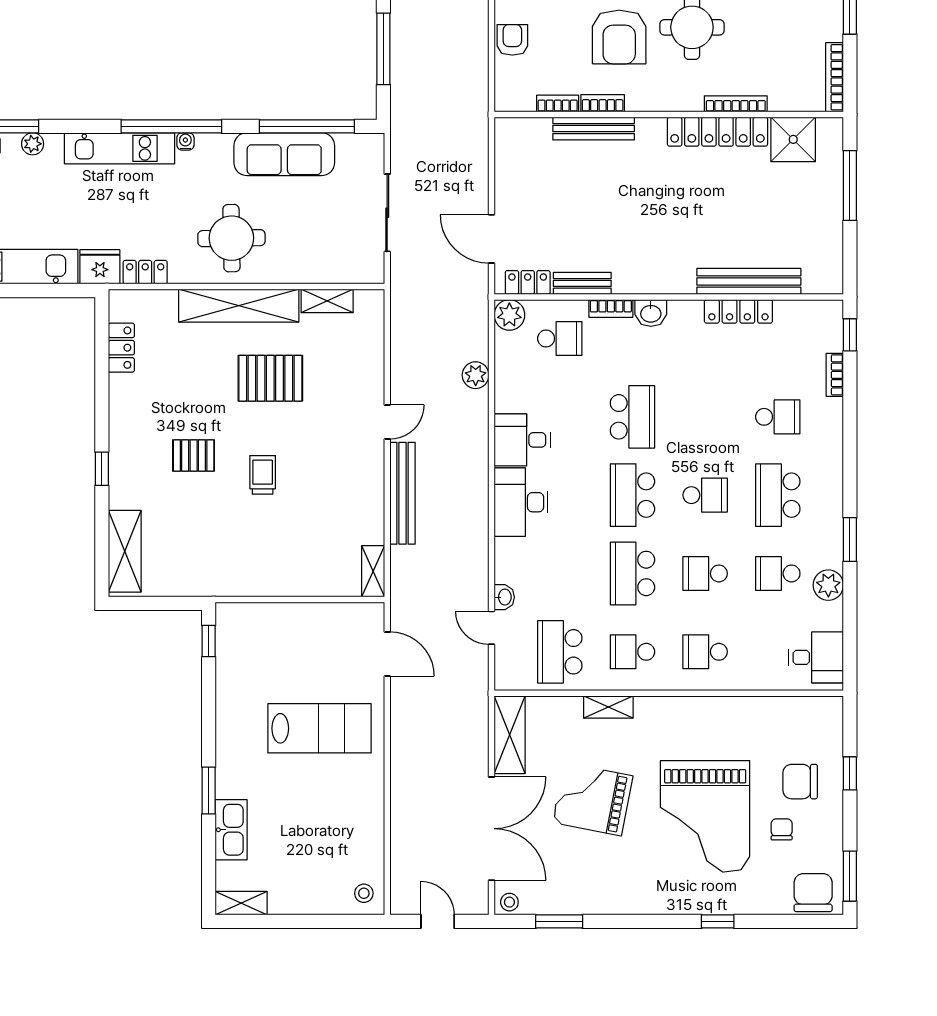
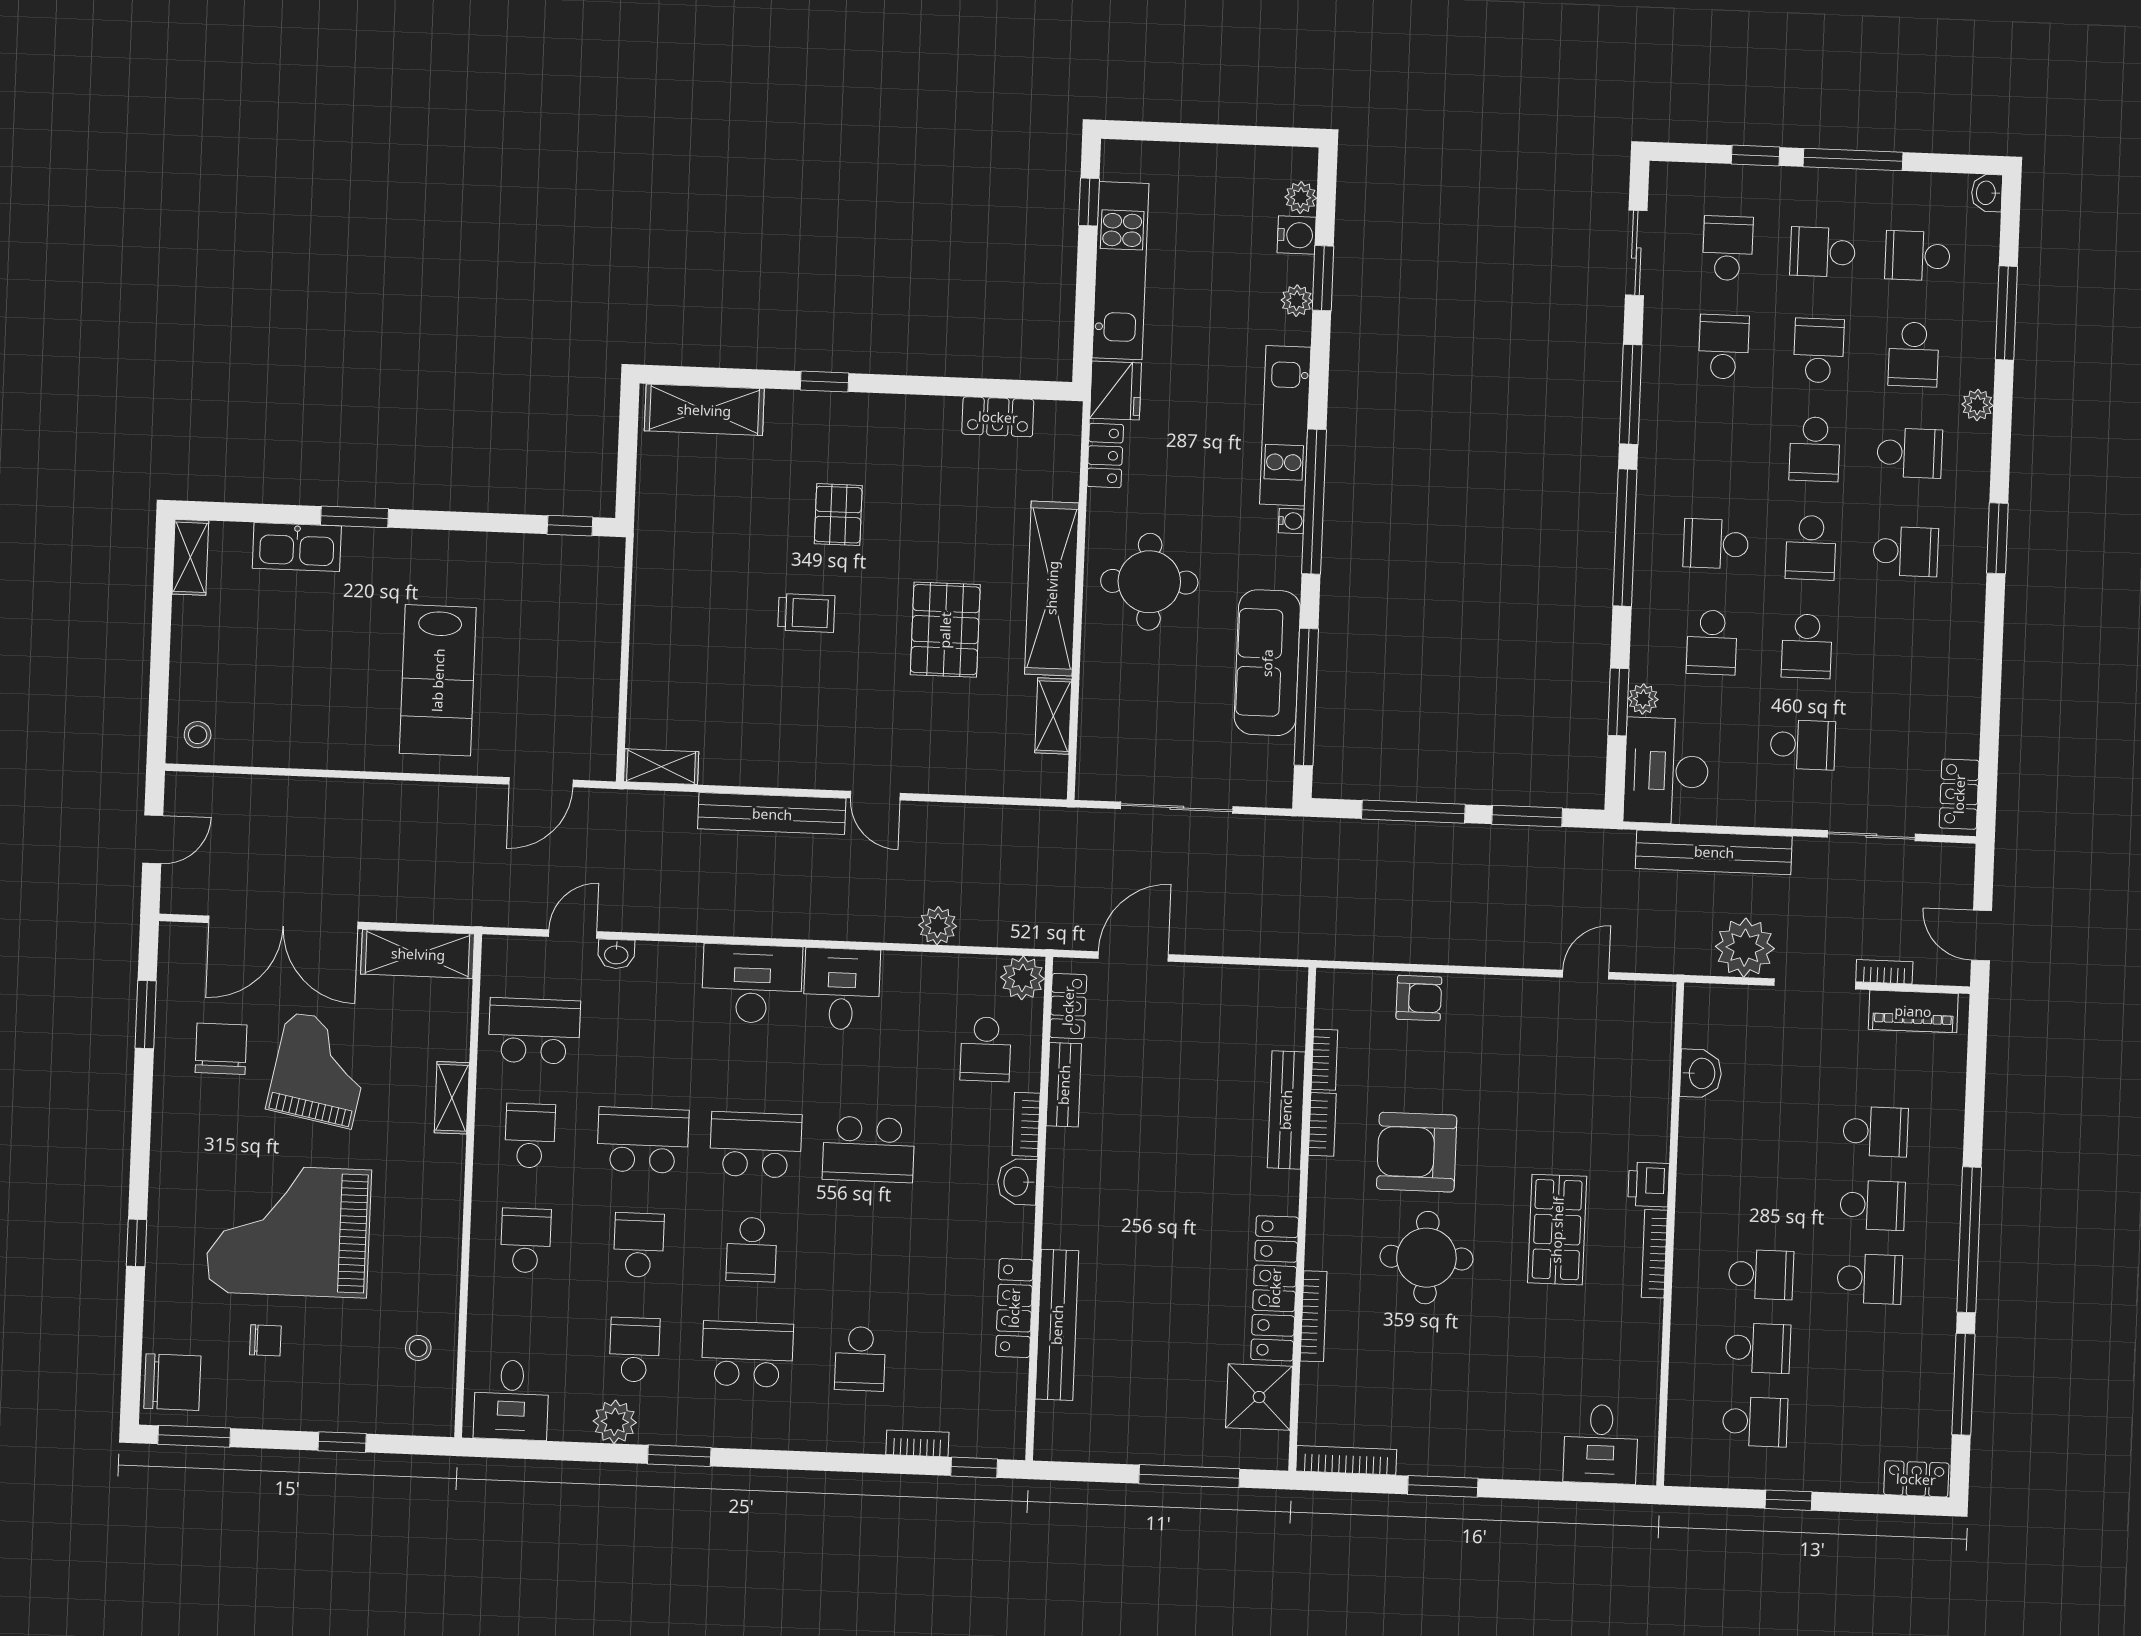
chair: (800, 782) -> (221, 1049), moved
stool: (509, 902) -> (418, 1348), moved

